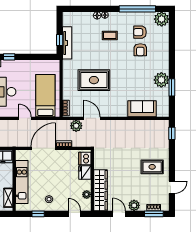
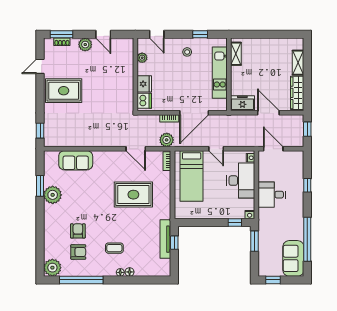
plant: (76, 126) -> (167, 140), moved
rug: (152, 167) -> (64, 91), width x1.36, depth x1.43
wardrobe: (100, 190) -> (126, 63), removed

